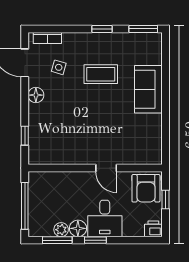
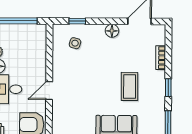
bookcase: (47, 38) -> (161, 58), moved
side table: (59, 67) -> (75, 43), moved

